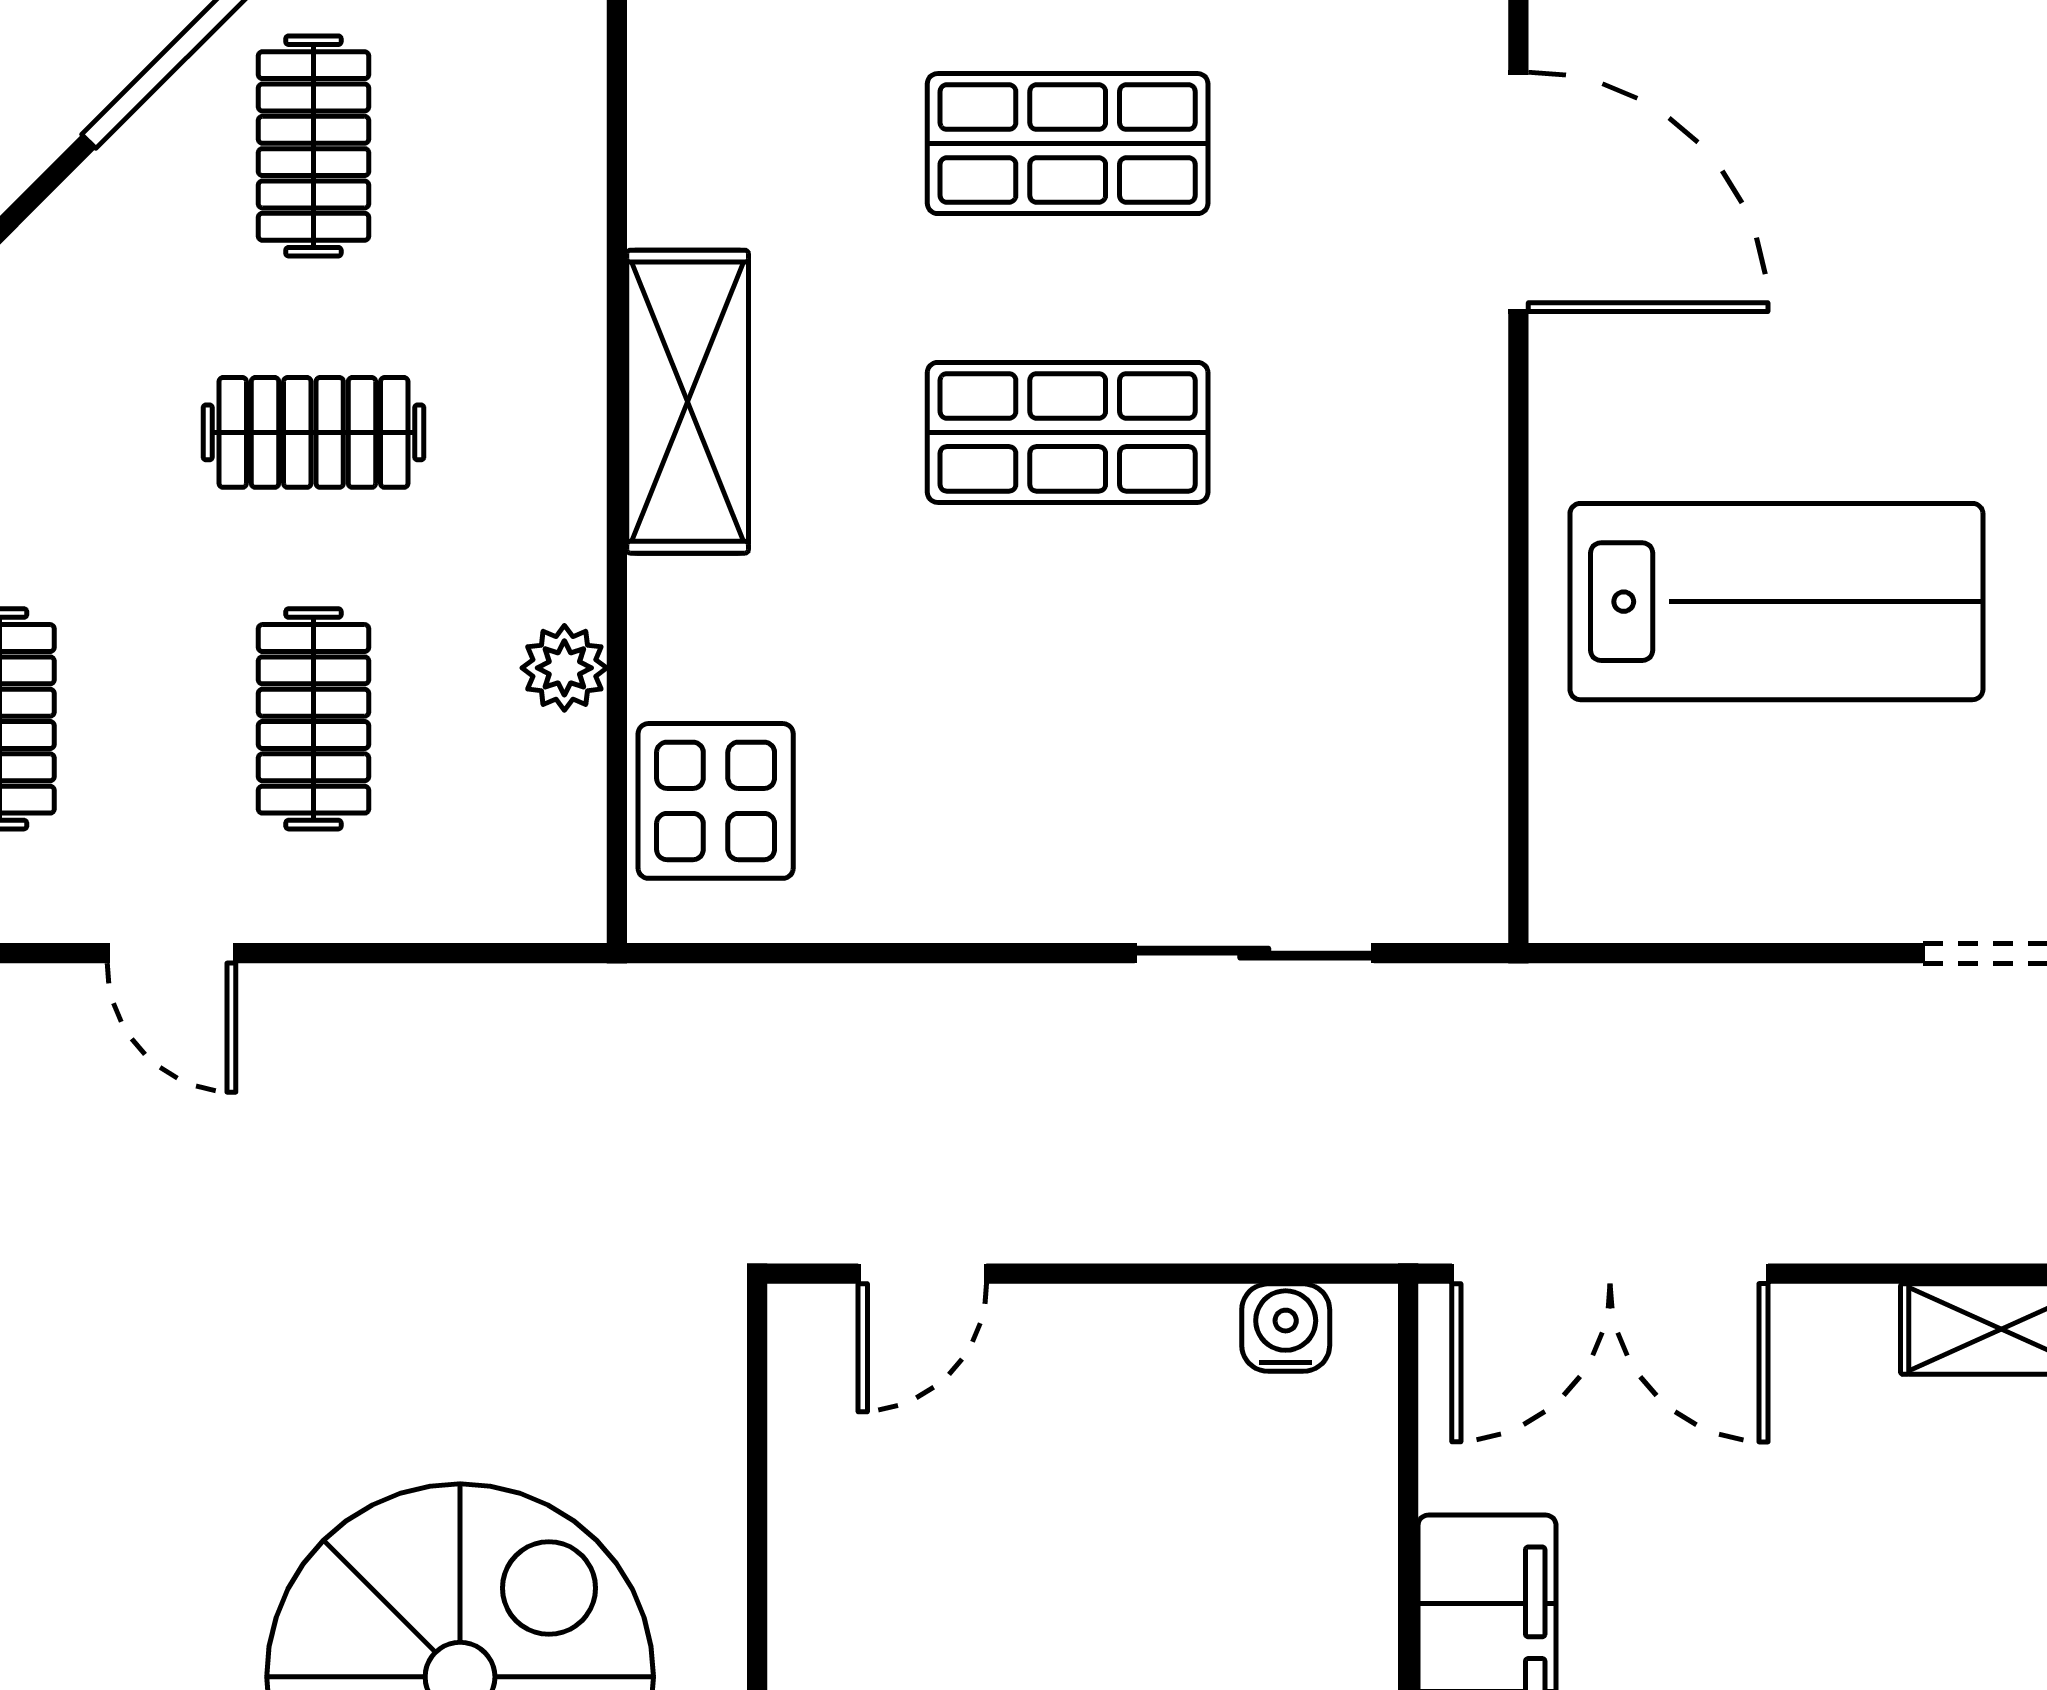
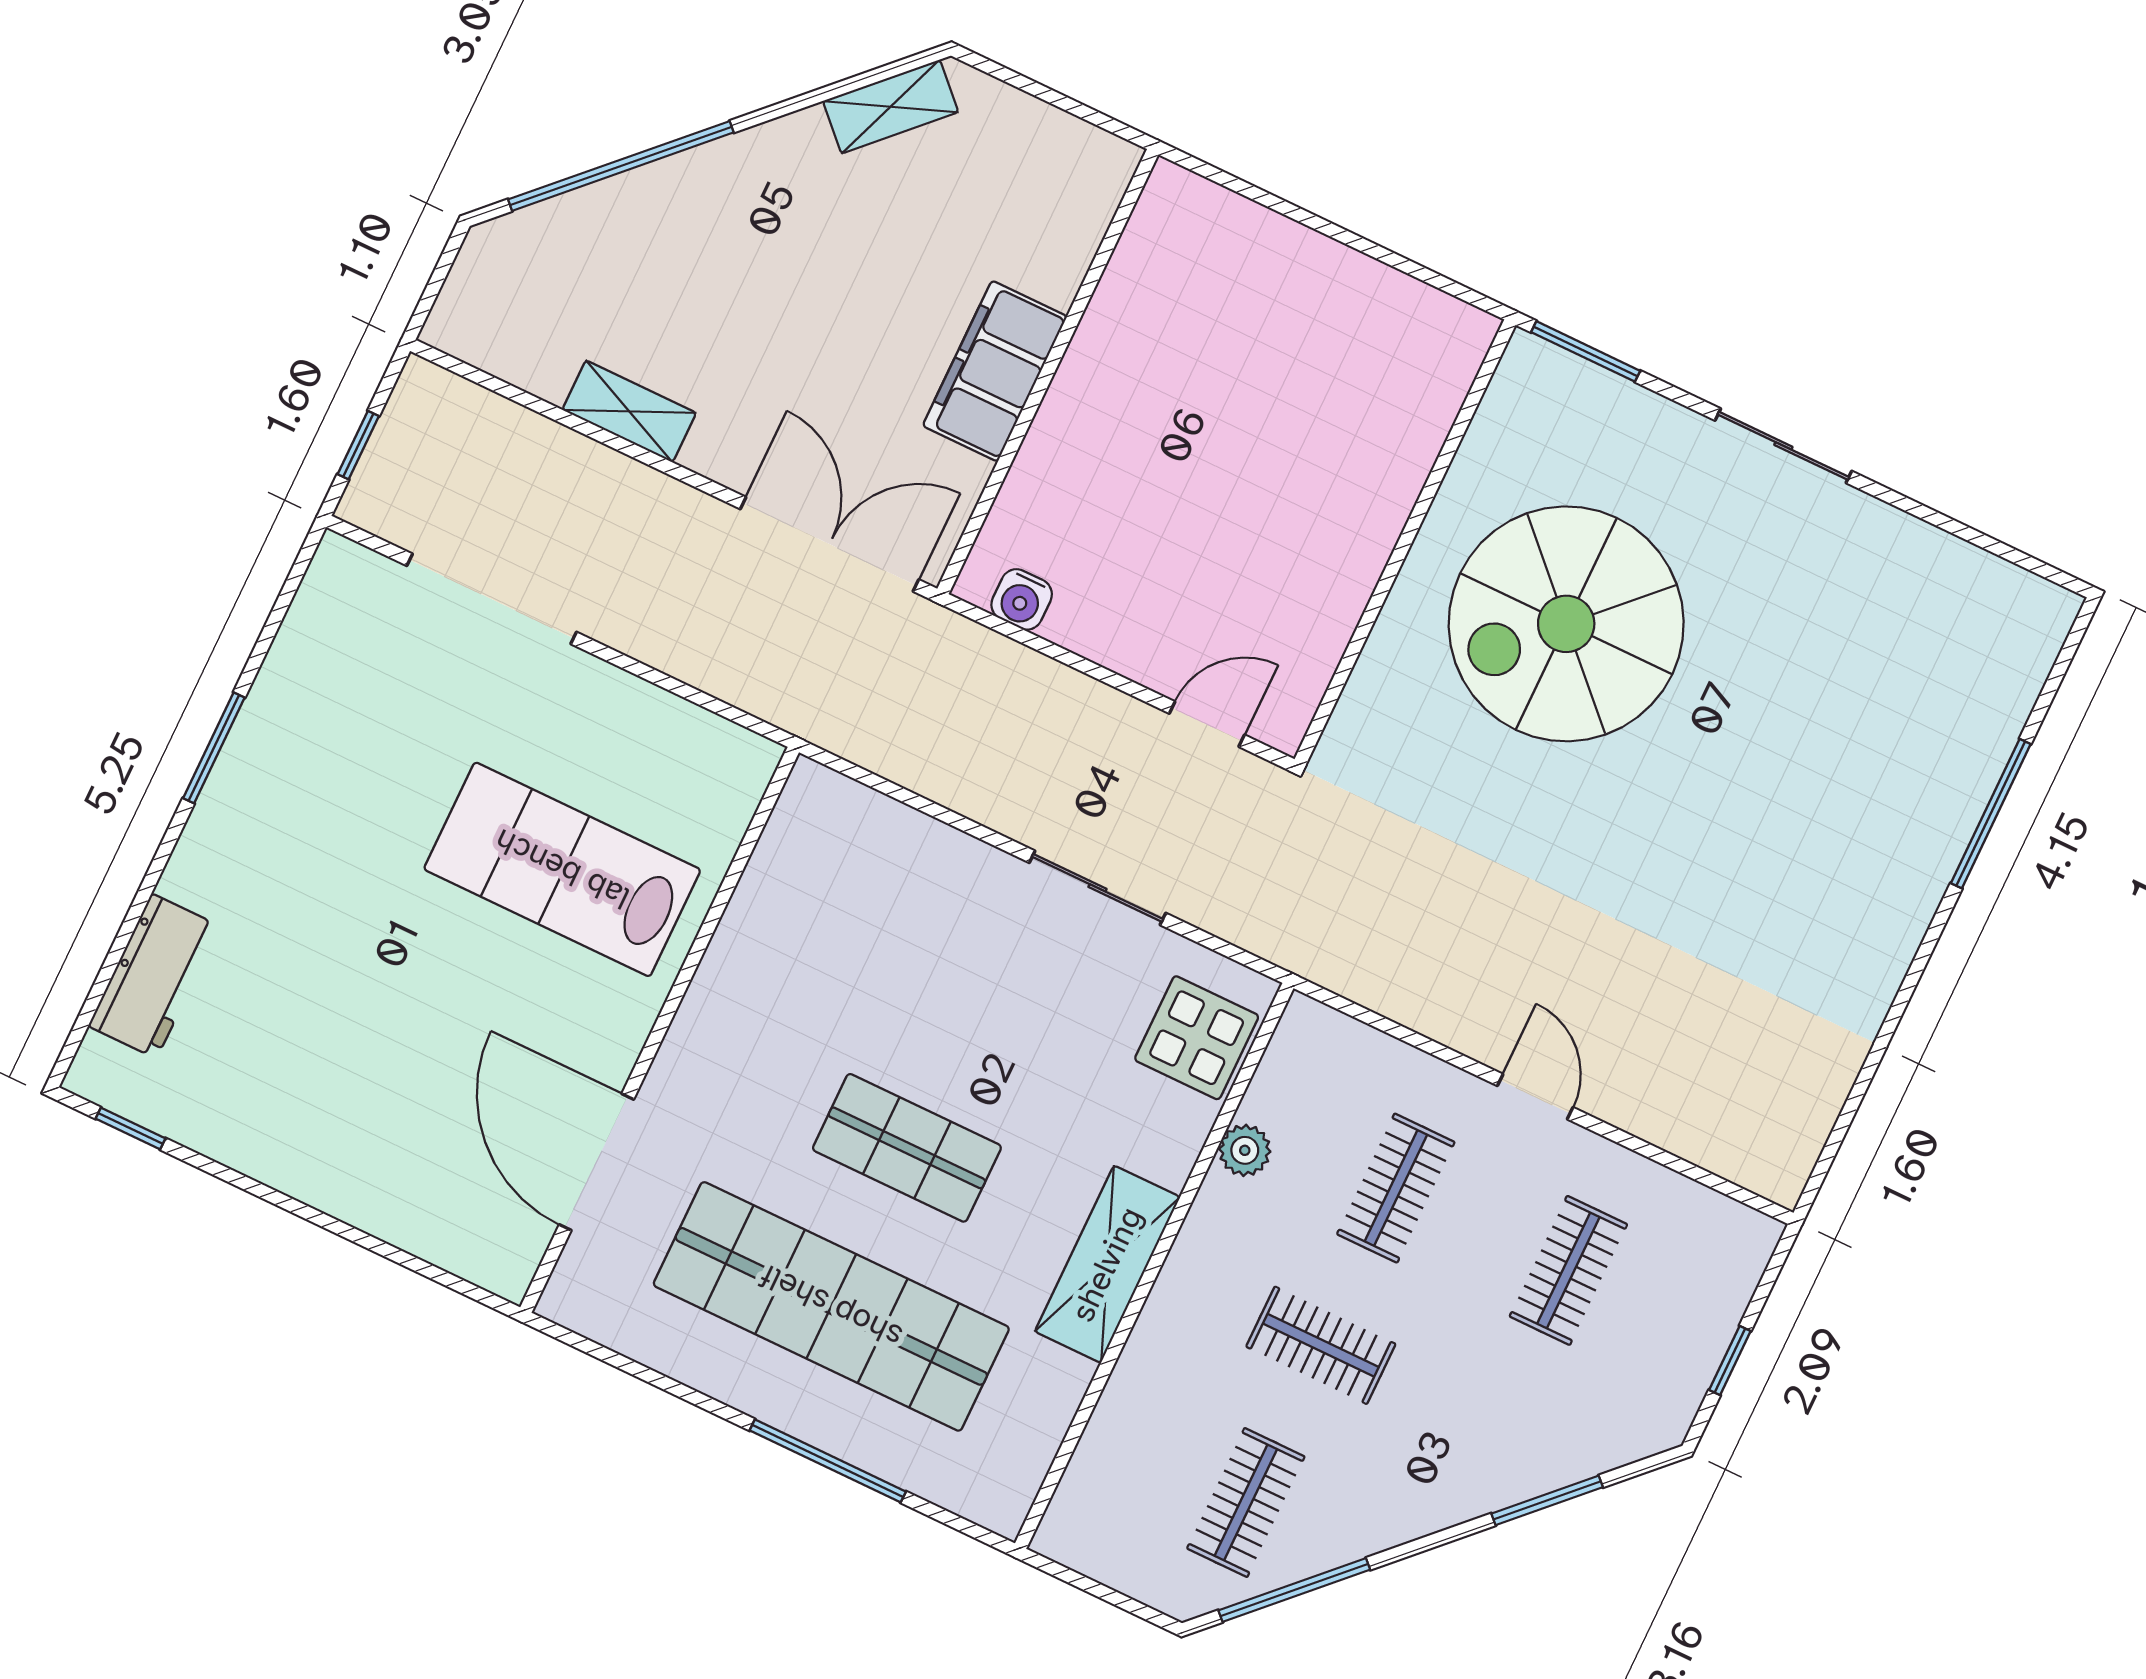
shop shelf: (1068, 144) -> (831, 1306), width x2.00, depth x1.36
sliding door: (1254, 953) -> (1098, 888), moved

